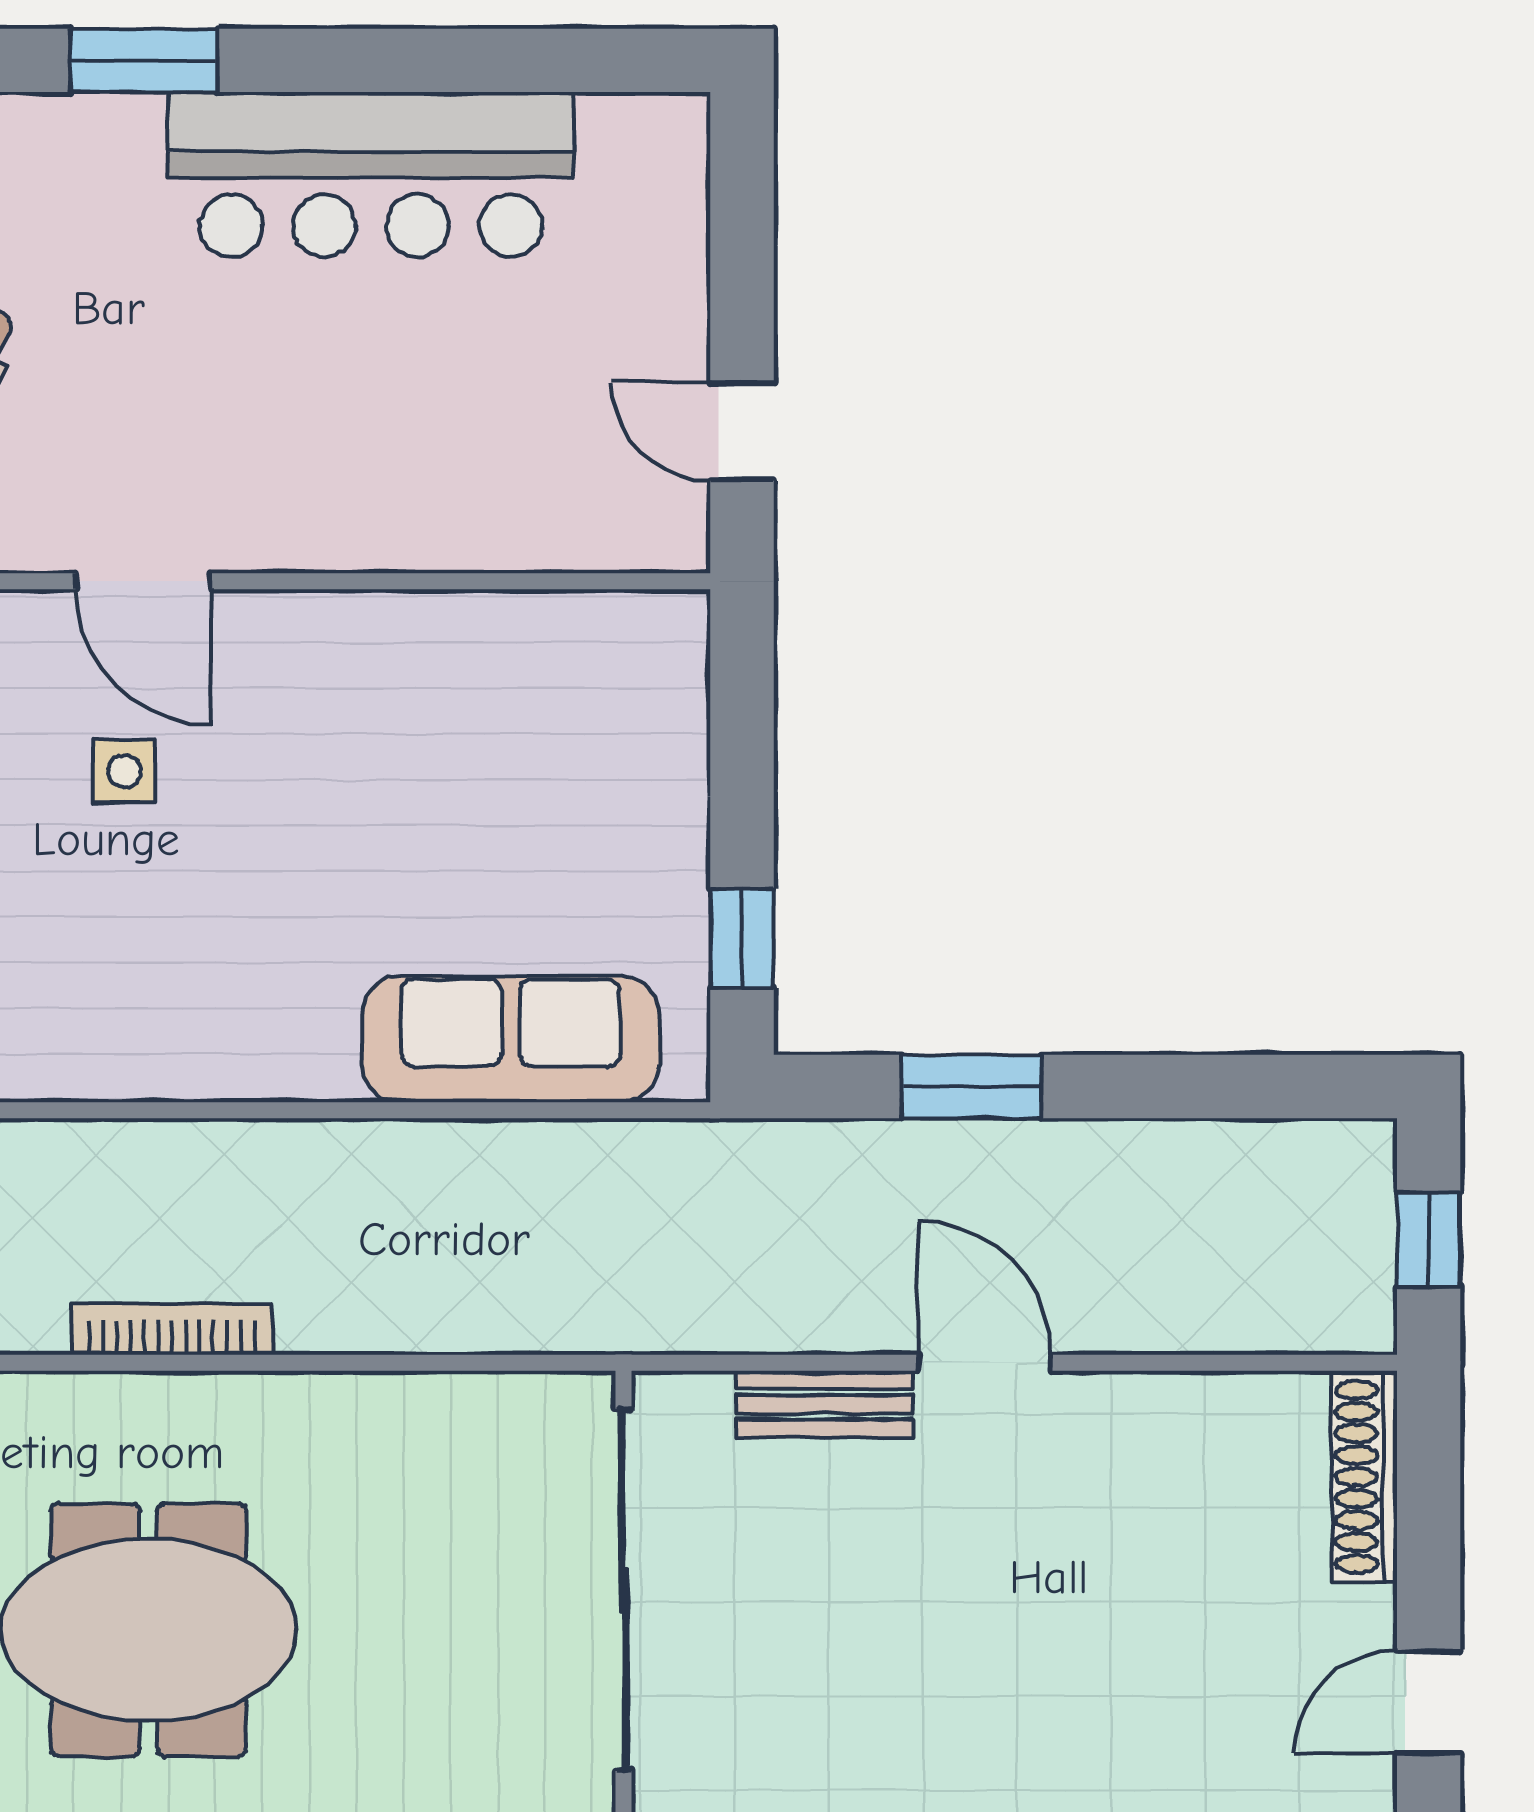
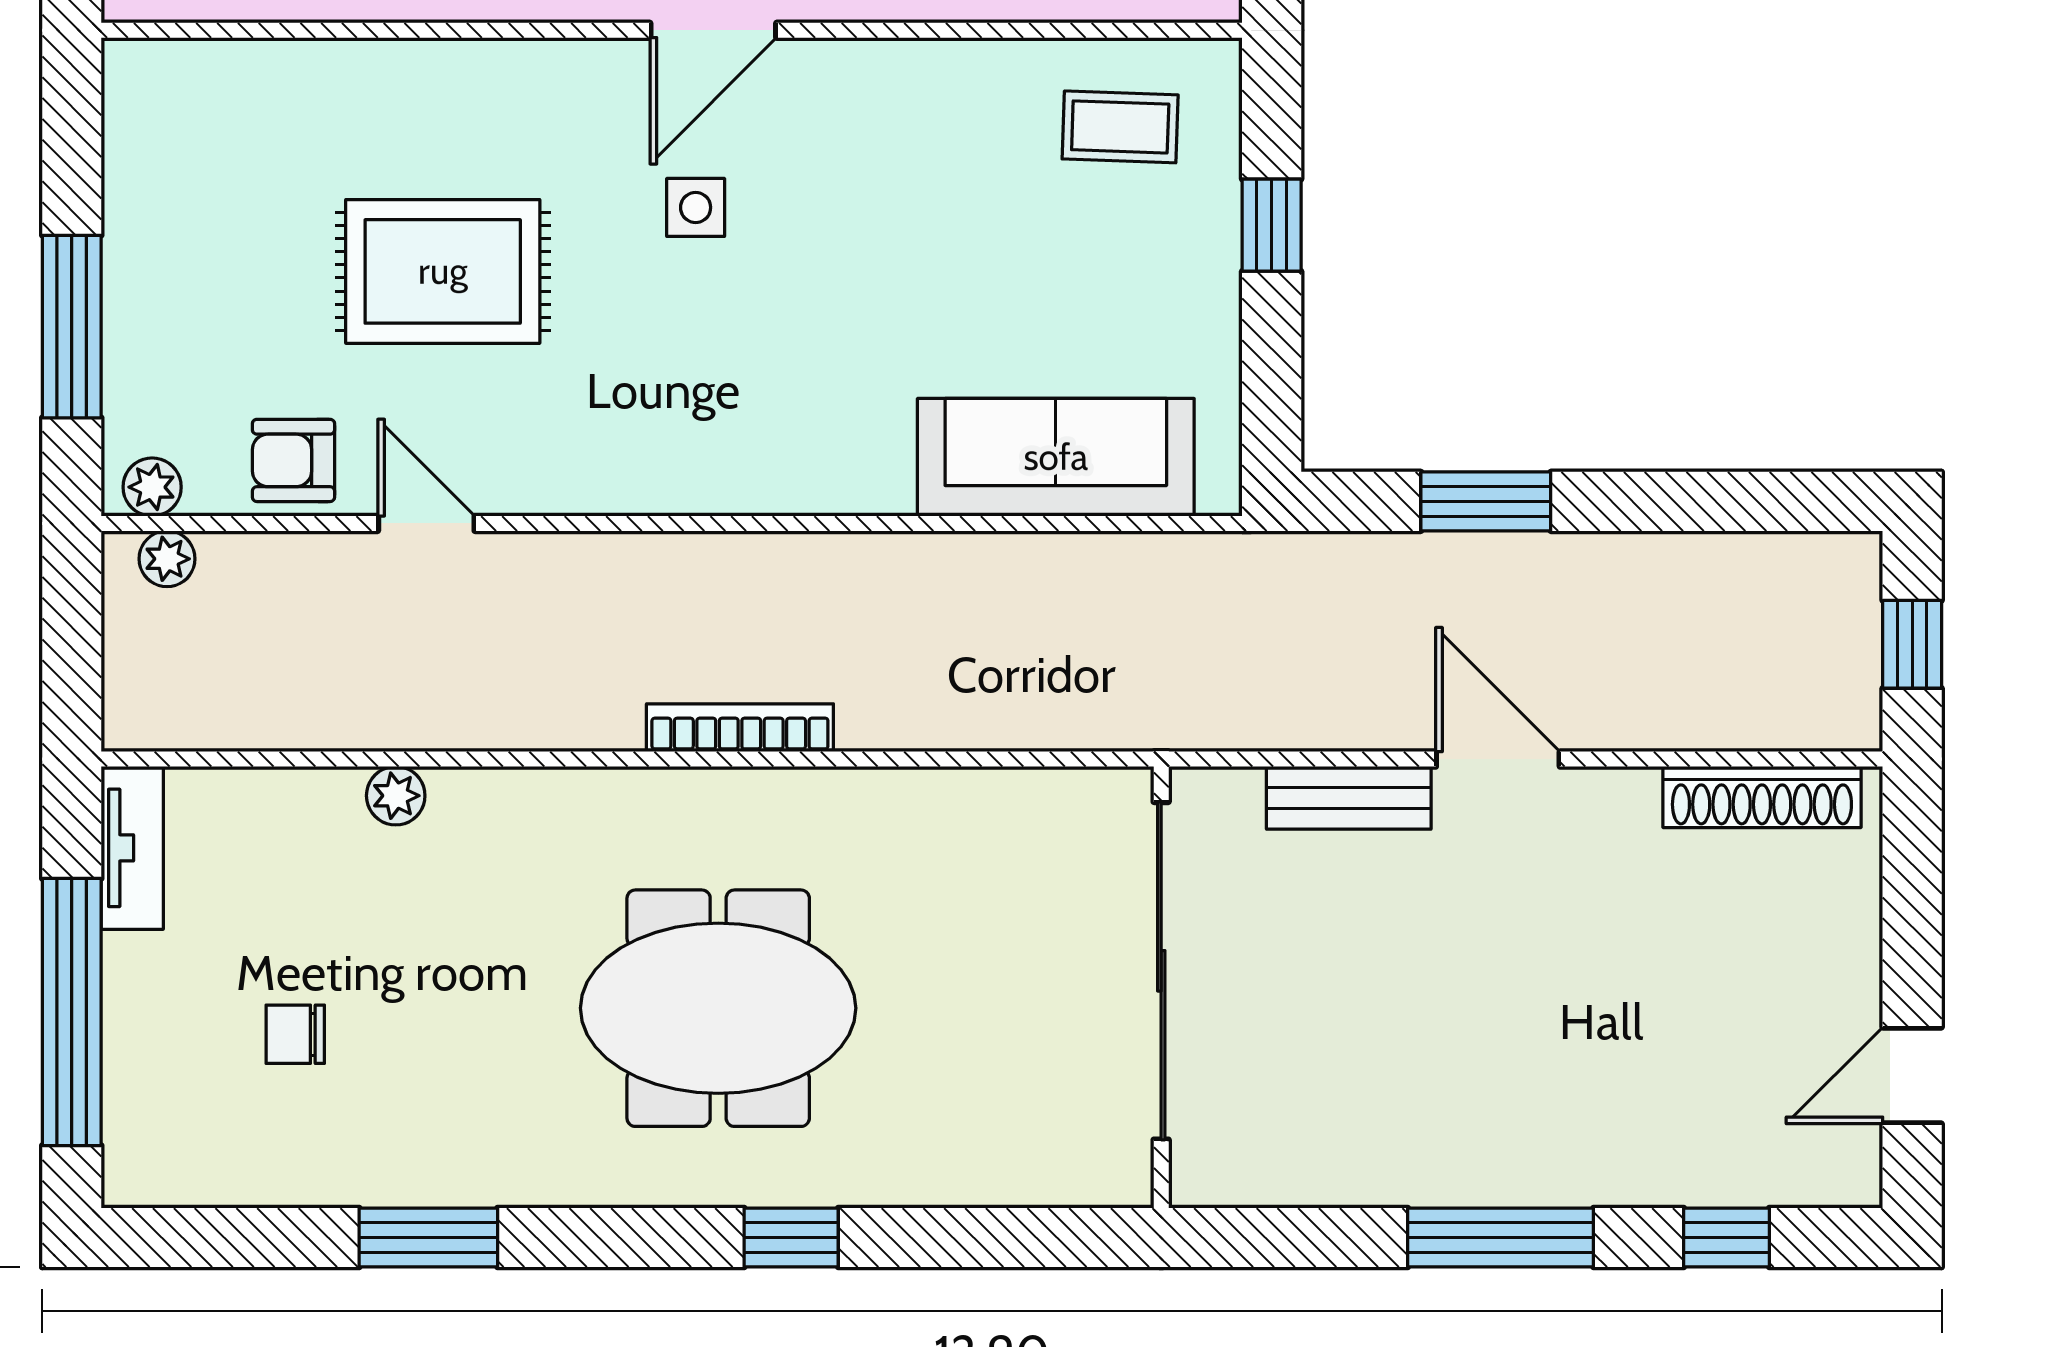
door: (143, 581) -> (713, 30), hinge flipped
coffee table: (580, 685) -> (1120, 127), added
window: (742, 938) -> (1272, 225), moved
shoe rack: (1364, 1477) -> (1762, 797), moved, turned -90

